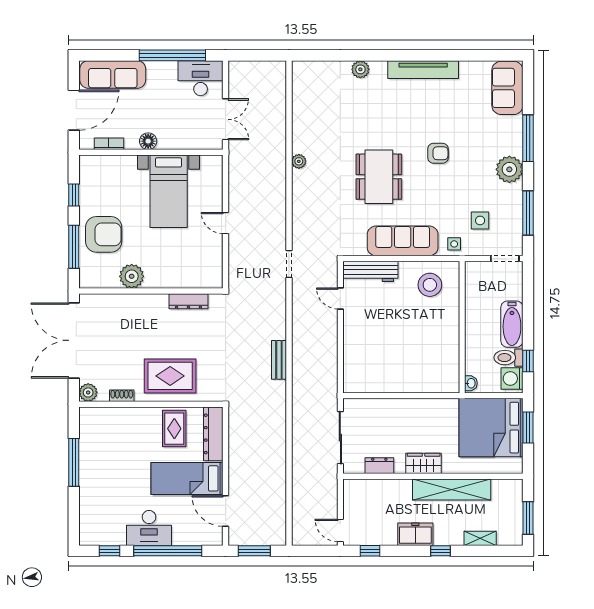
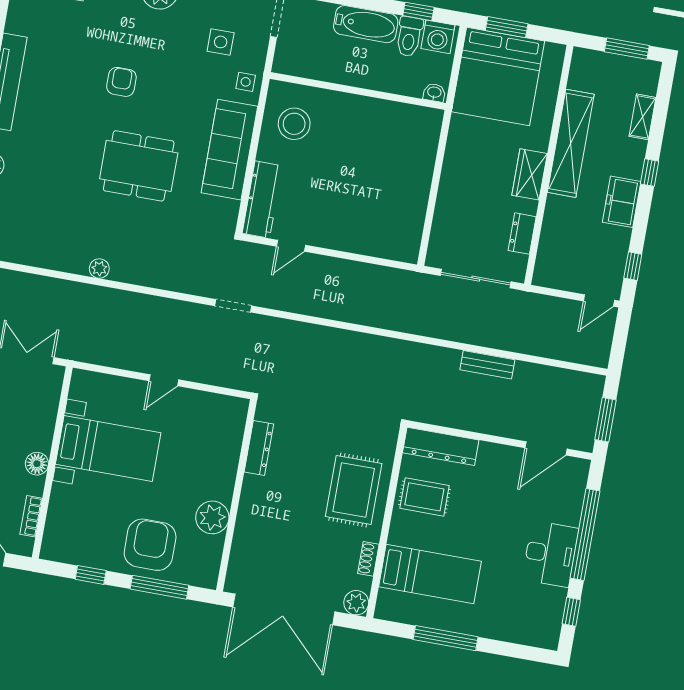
bench: (279, 360) -> (487, 365), moved
bed: (187, 478) -> (430, 574), moved, turned -90

